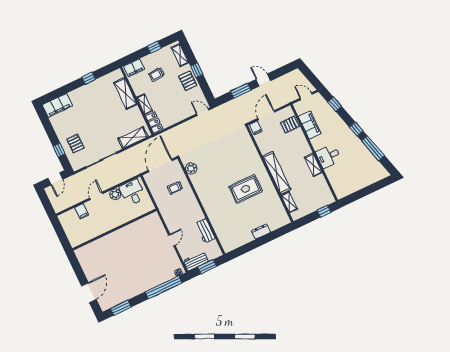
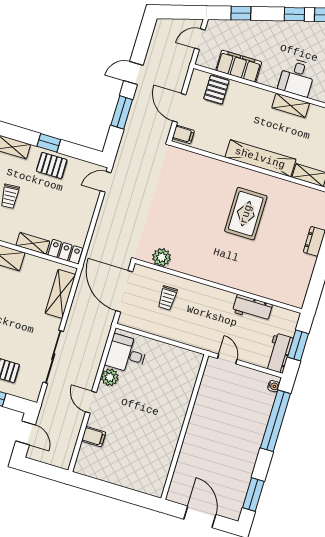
wall: (114, 230) -> (185, 427), moved

